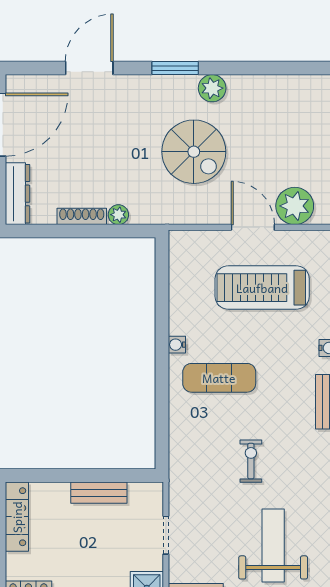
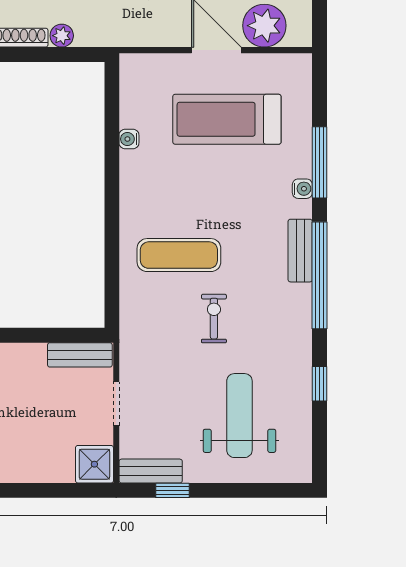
water cooler: (177, 345) -> (129, 139), moved
exercise mat: (219, 378) -> (179, 255), moved
bench: (99, 493) -> (80, 355), moved

